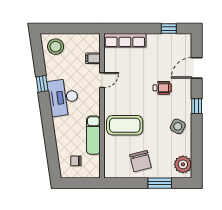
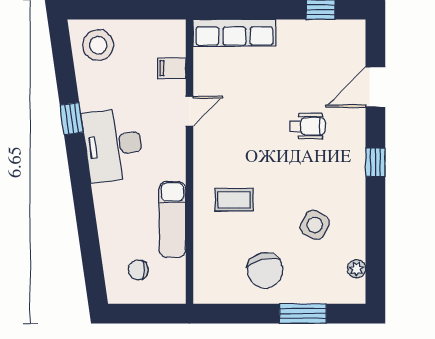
coffee table: (125, 125) -> (234, 200), width x0.54, depth x0.58
side table: (178, 126) -> (315, 225), moved
plant: (183, 164) -> (357, 269), width x0.53, depth x0.53

